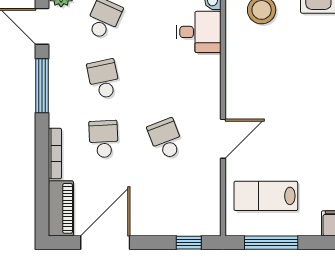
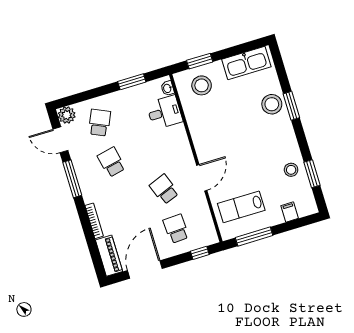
school desk: (104, 139) -> (176, 229), moved

